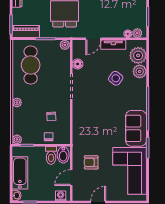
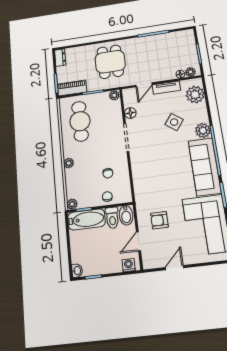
plant: (140, 71) -> (203, 130), moved
sofa: (136, 128) -> (205, 167), width x1.36
bathtub: (20, 173) -> (86, 219), moved, turned 90

